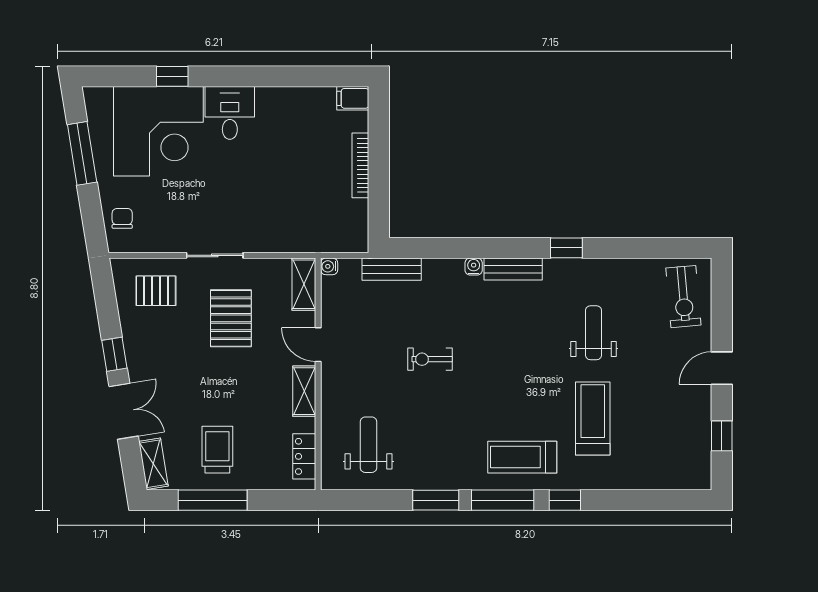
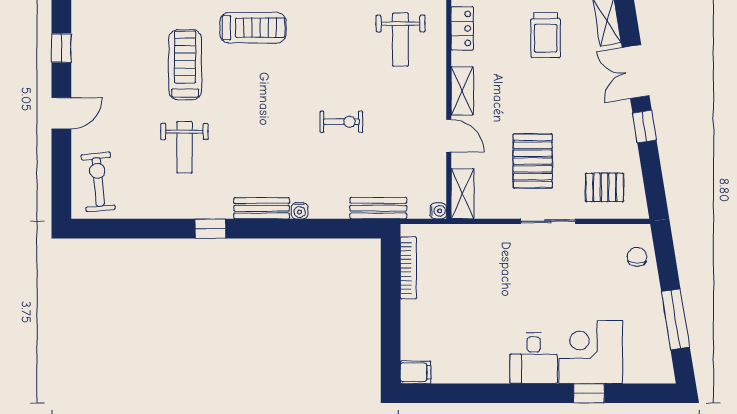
corner desk: (158, 131) -> (591, 352), width x0.74, depth x0.74
bookcase: (360, 165) -> (408, 268), moved
chair: (122, 218) -> (637, 257), turned 180
treadmill: (593, 418) -> (185, 65), turned 180

